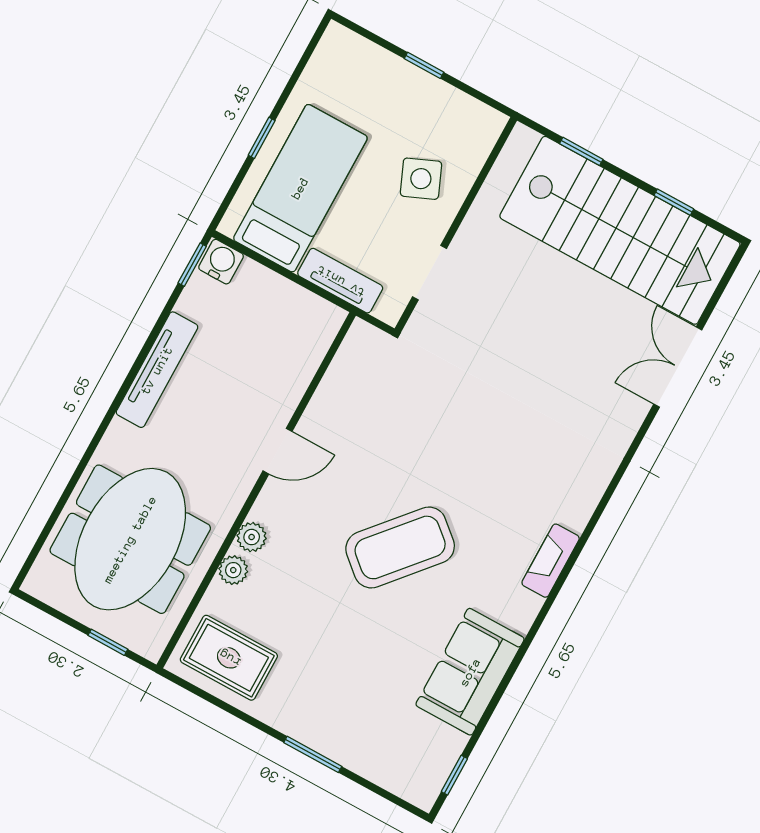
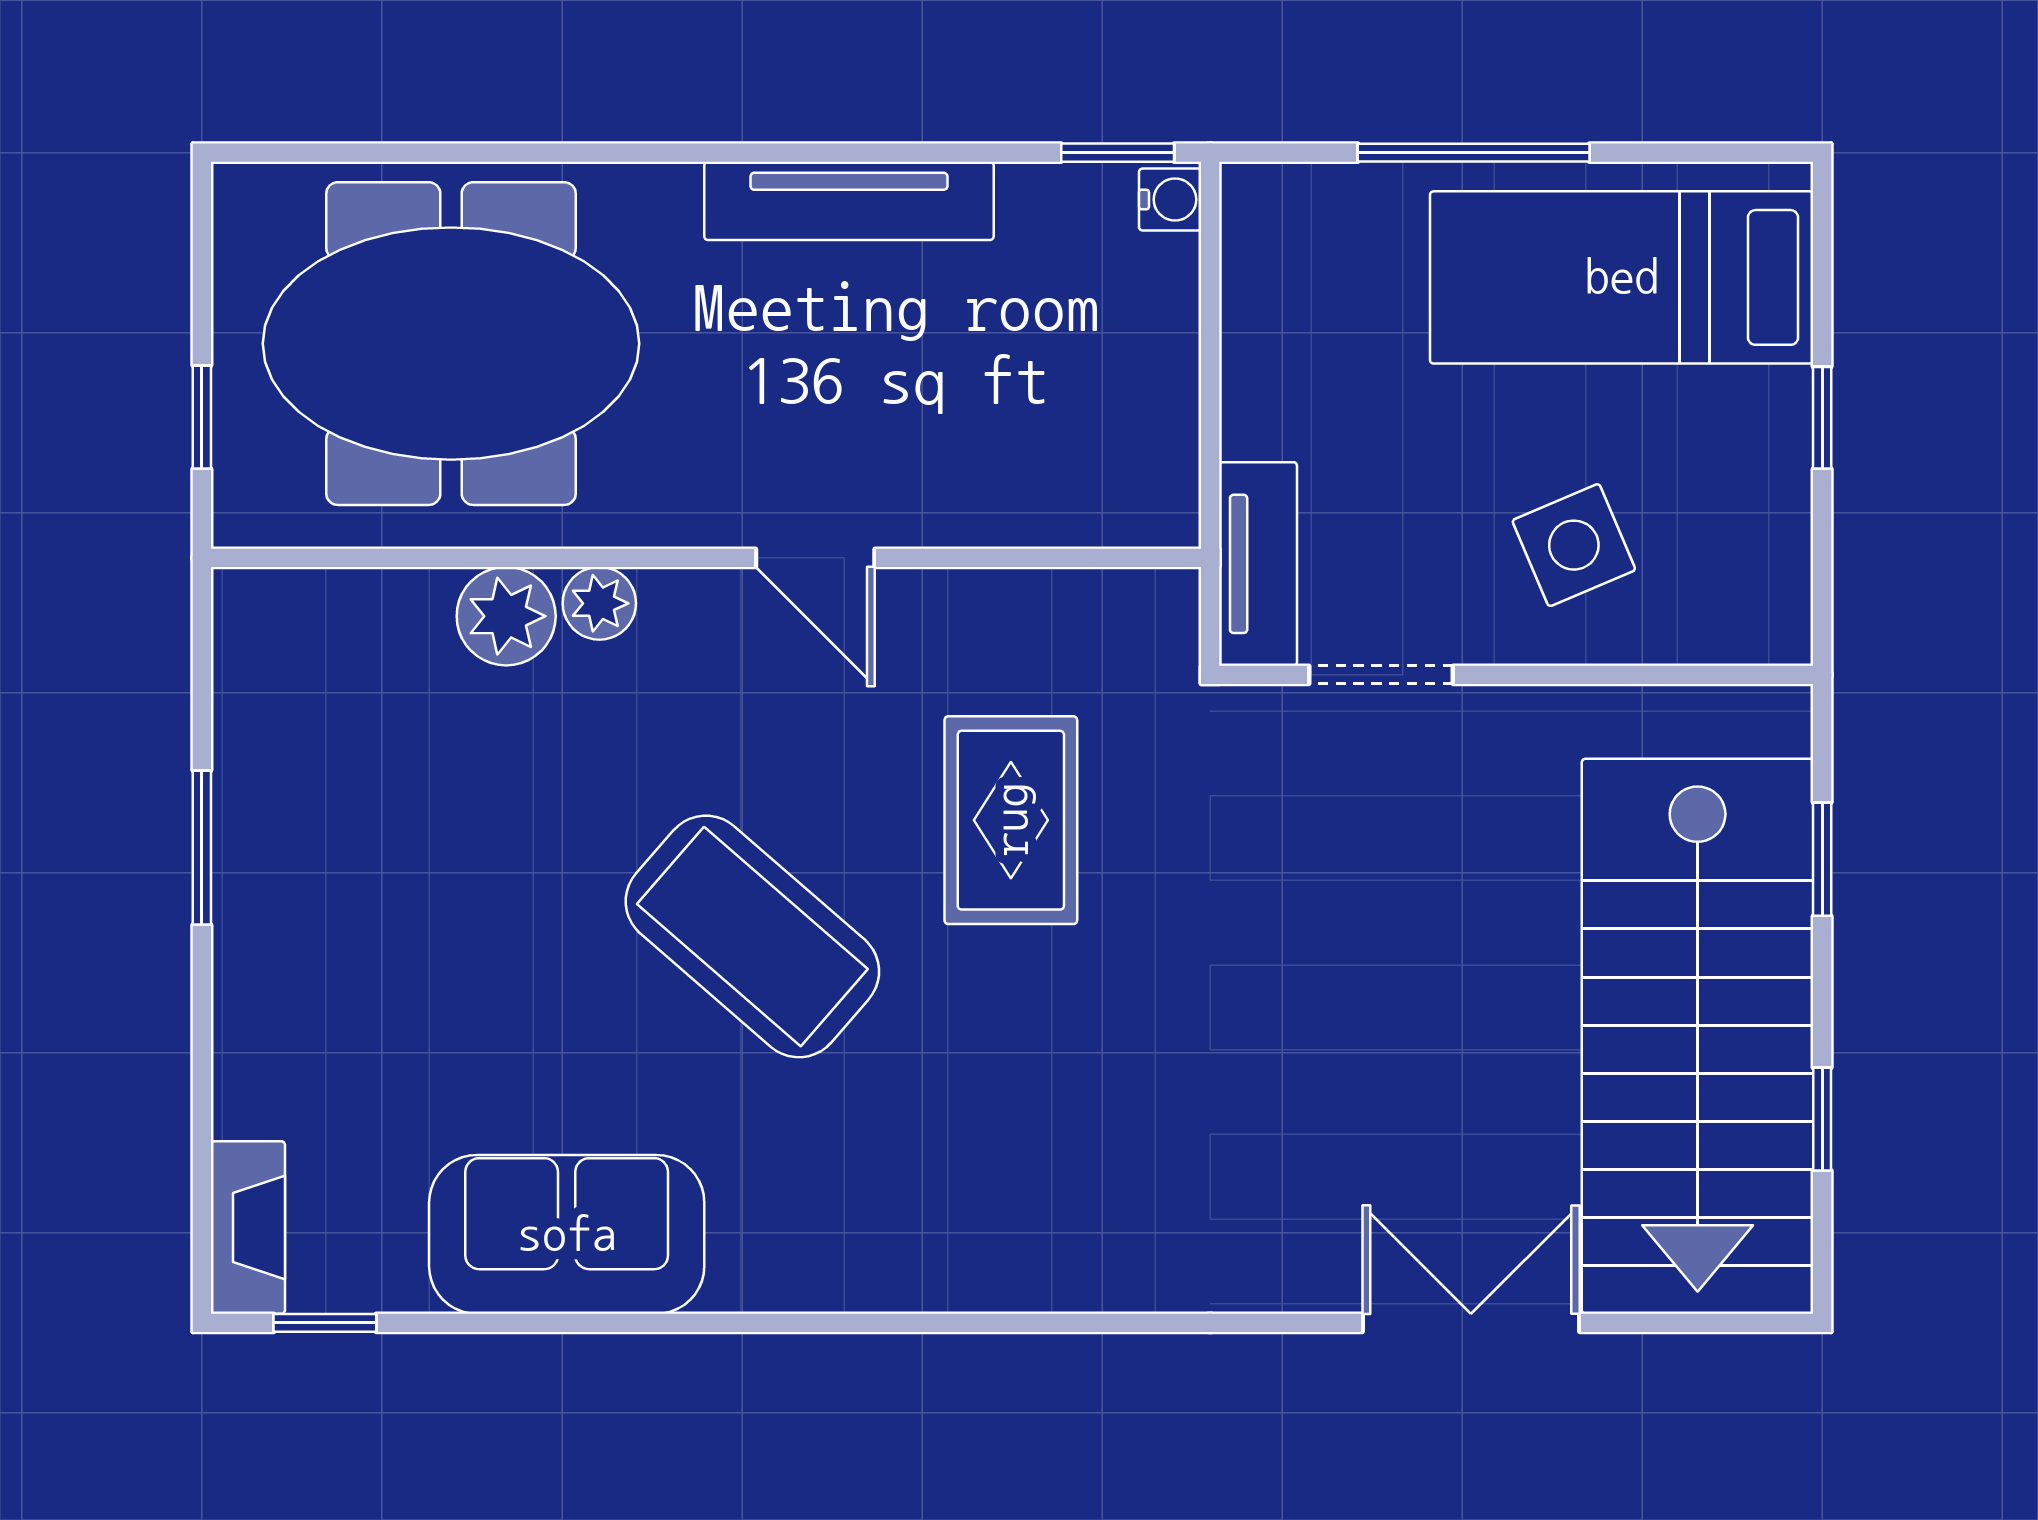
window: (262, 138) -> (1474, 153), width x2.17
bed: (300, 188) -> (1622, 277), moved, turned 180
water cooler: (221, 262) -> (1170, 200), width x0.72, depth x0.72
tv unit: (340, 281) -> (1258, 564), moved
fireplace: (551, 561) -> (248, 1227), moved, turned 90
plant: (233, 570) -> (506, 616), width x1.38, depth x1.38
rug: (229, 658) -> (1011, 820), moved
window: (313, 754) -> (202, 848), moved

